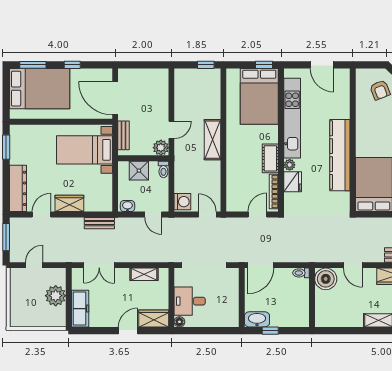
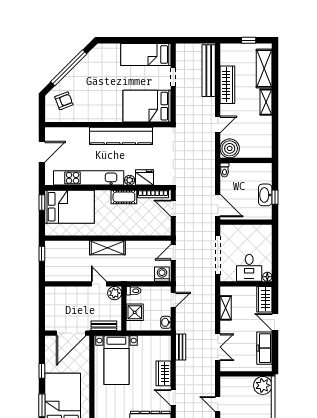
plant: (56, 296) -> (263, 385), moved
freezer: (80, 309) -> (264, 348), moved, turned -90
washbasin: (257, 319) -> (265, 195), moved

